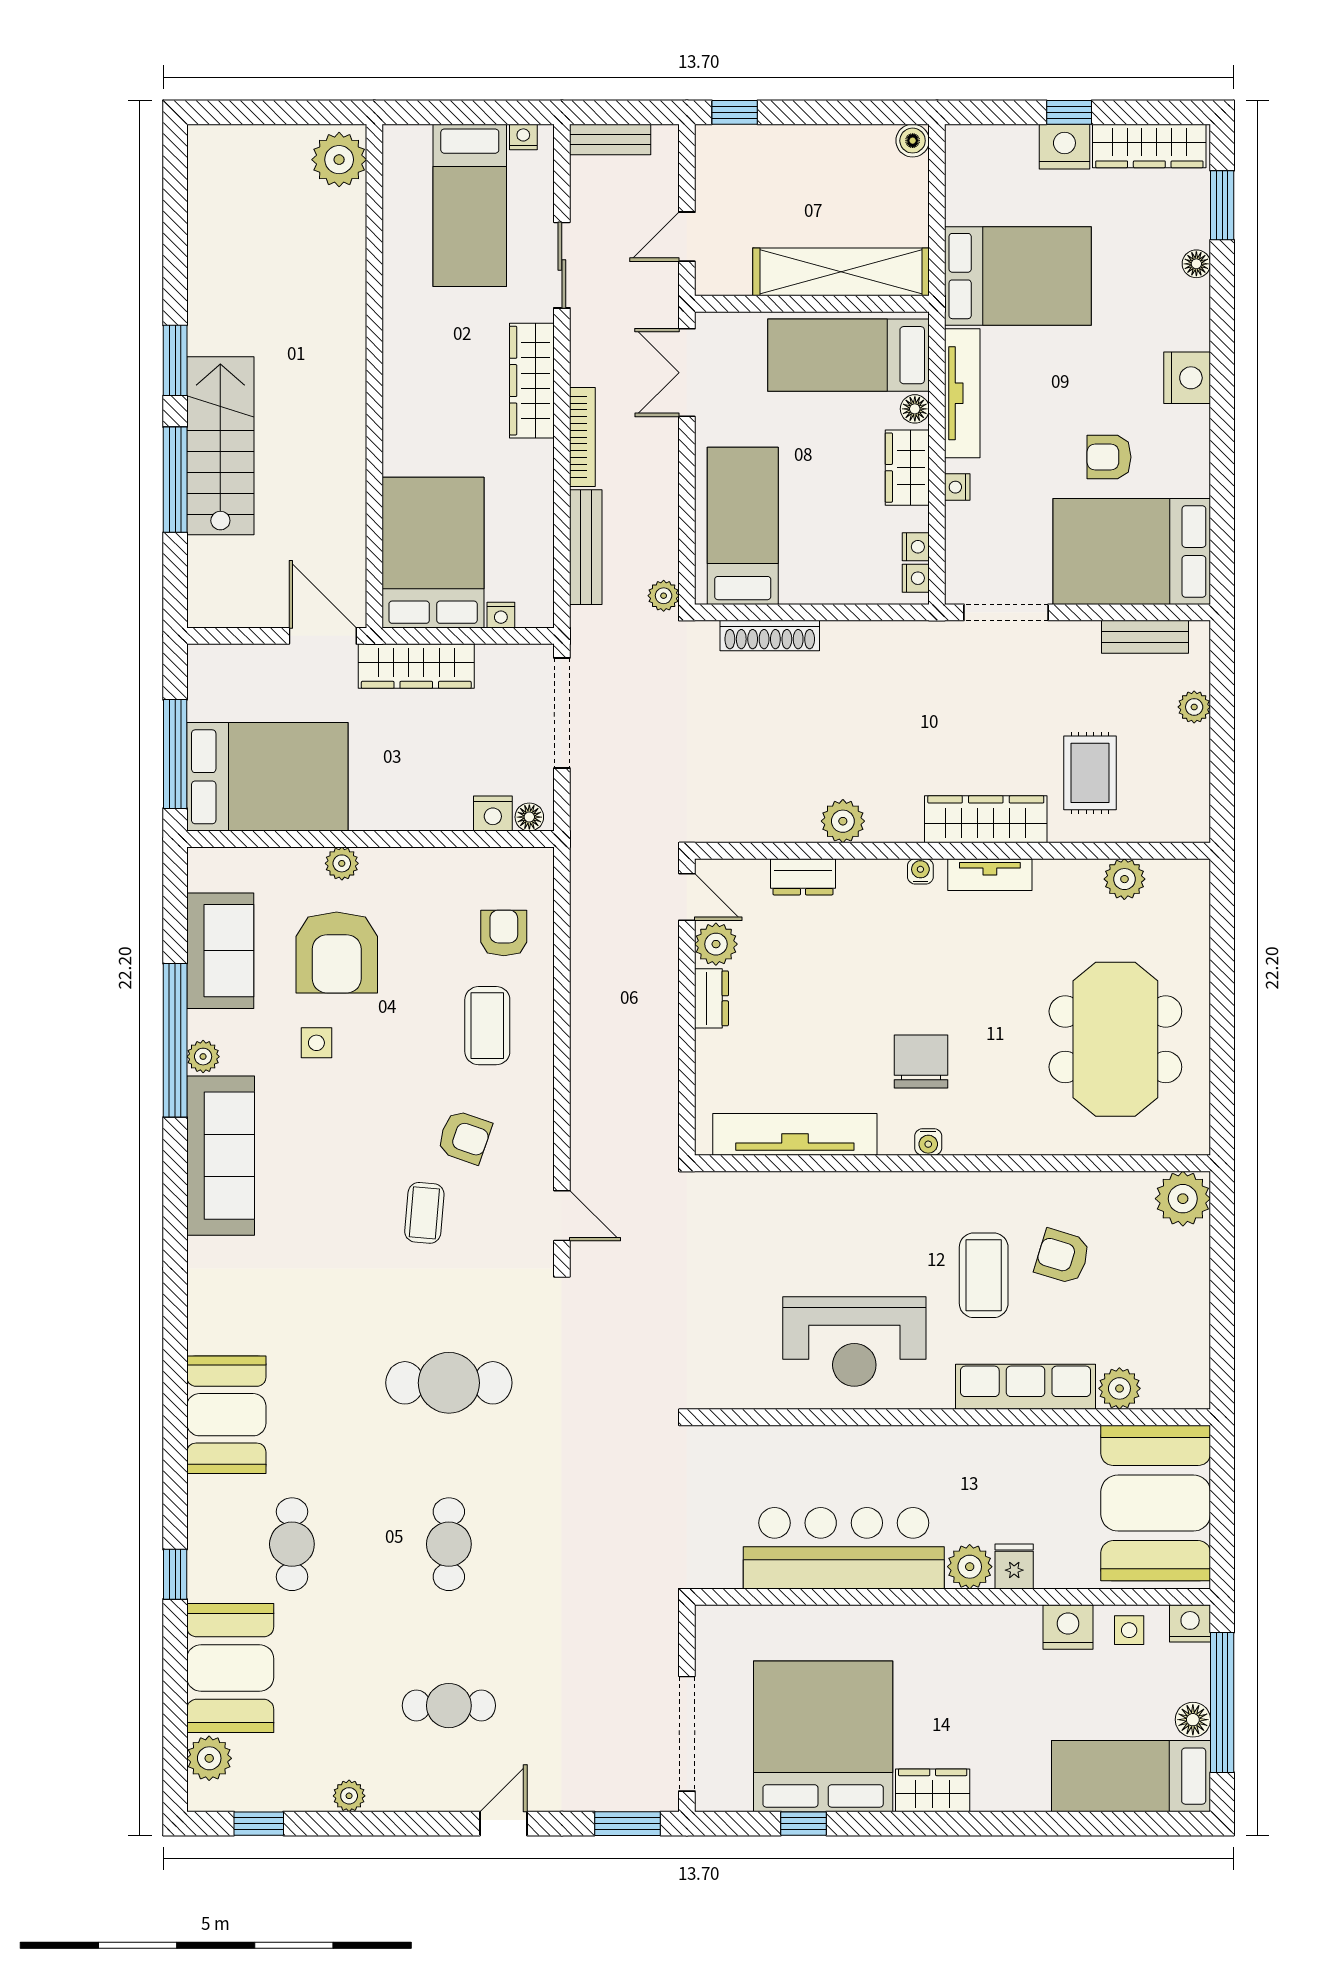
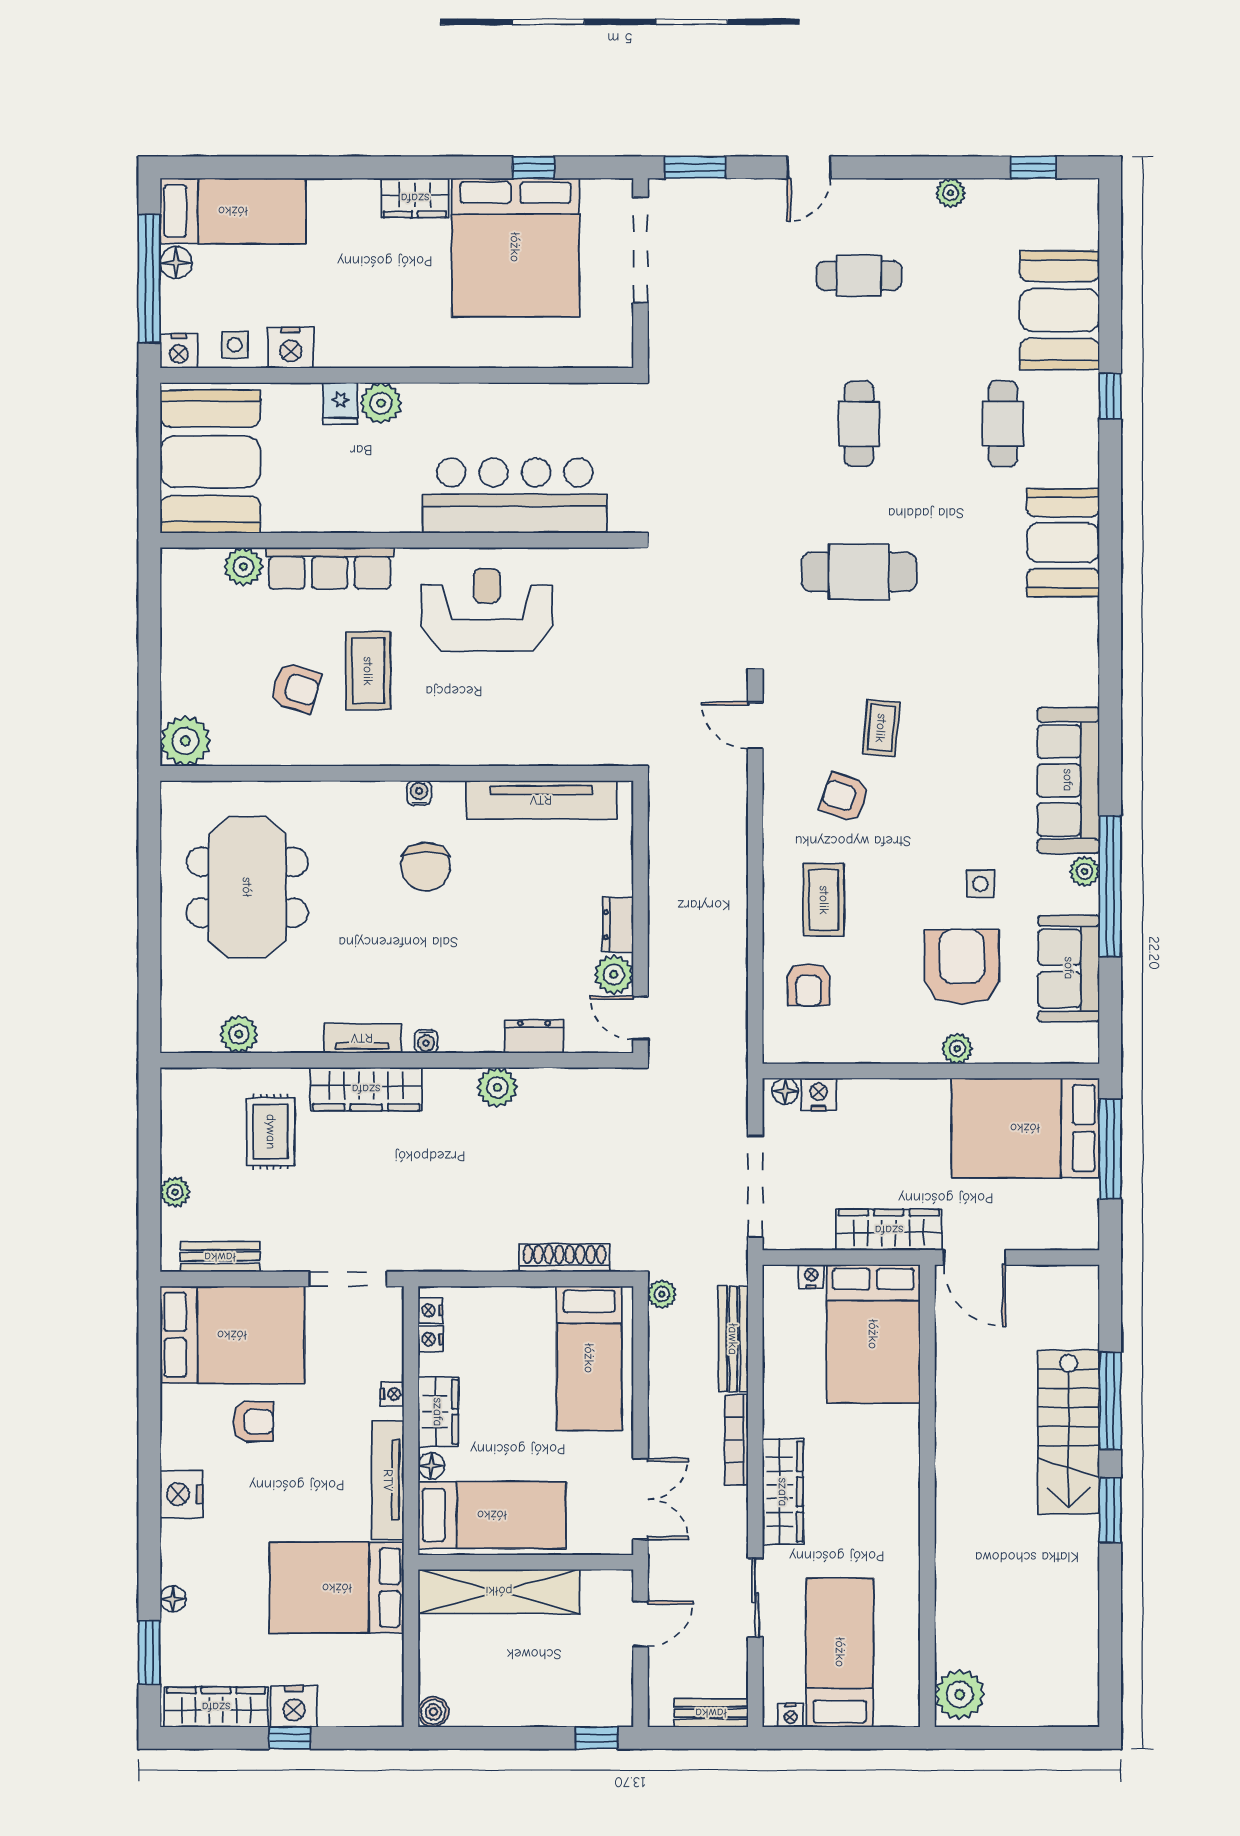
bar counter: (844, 1548) -> (515, 496), moved, turned 180
plant: (209, 1758) -> (1079, 227), removed

